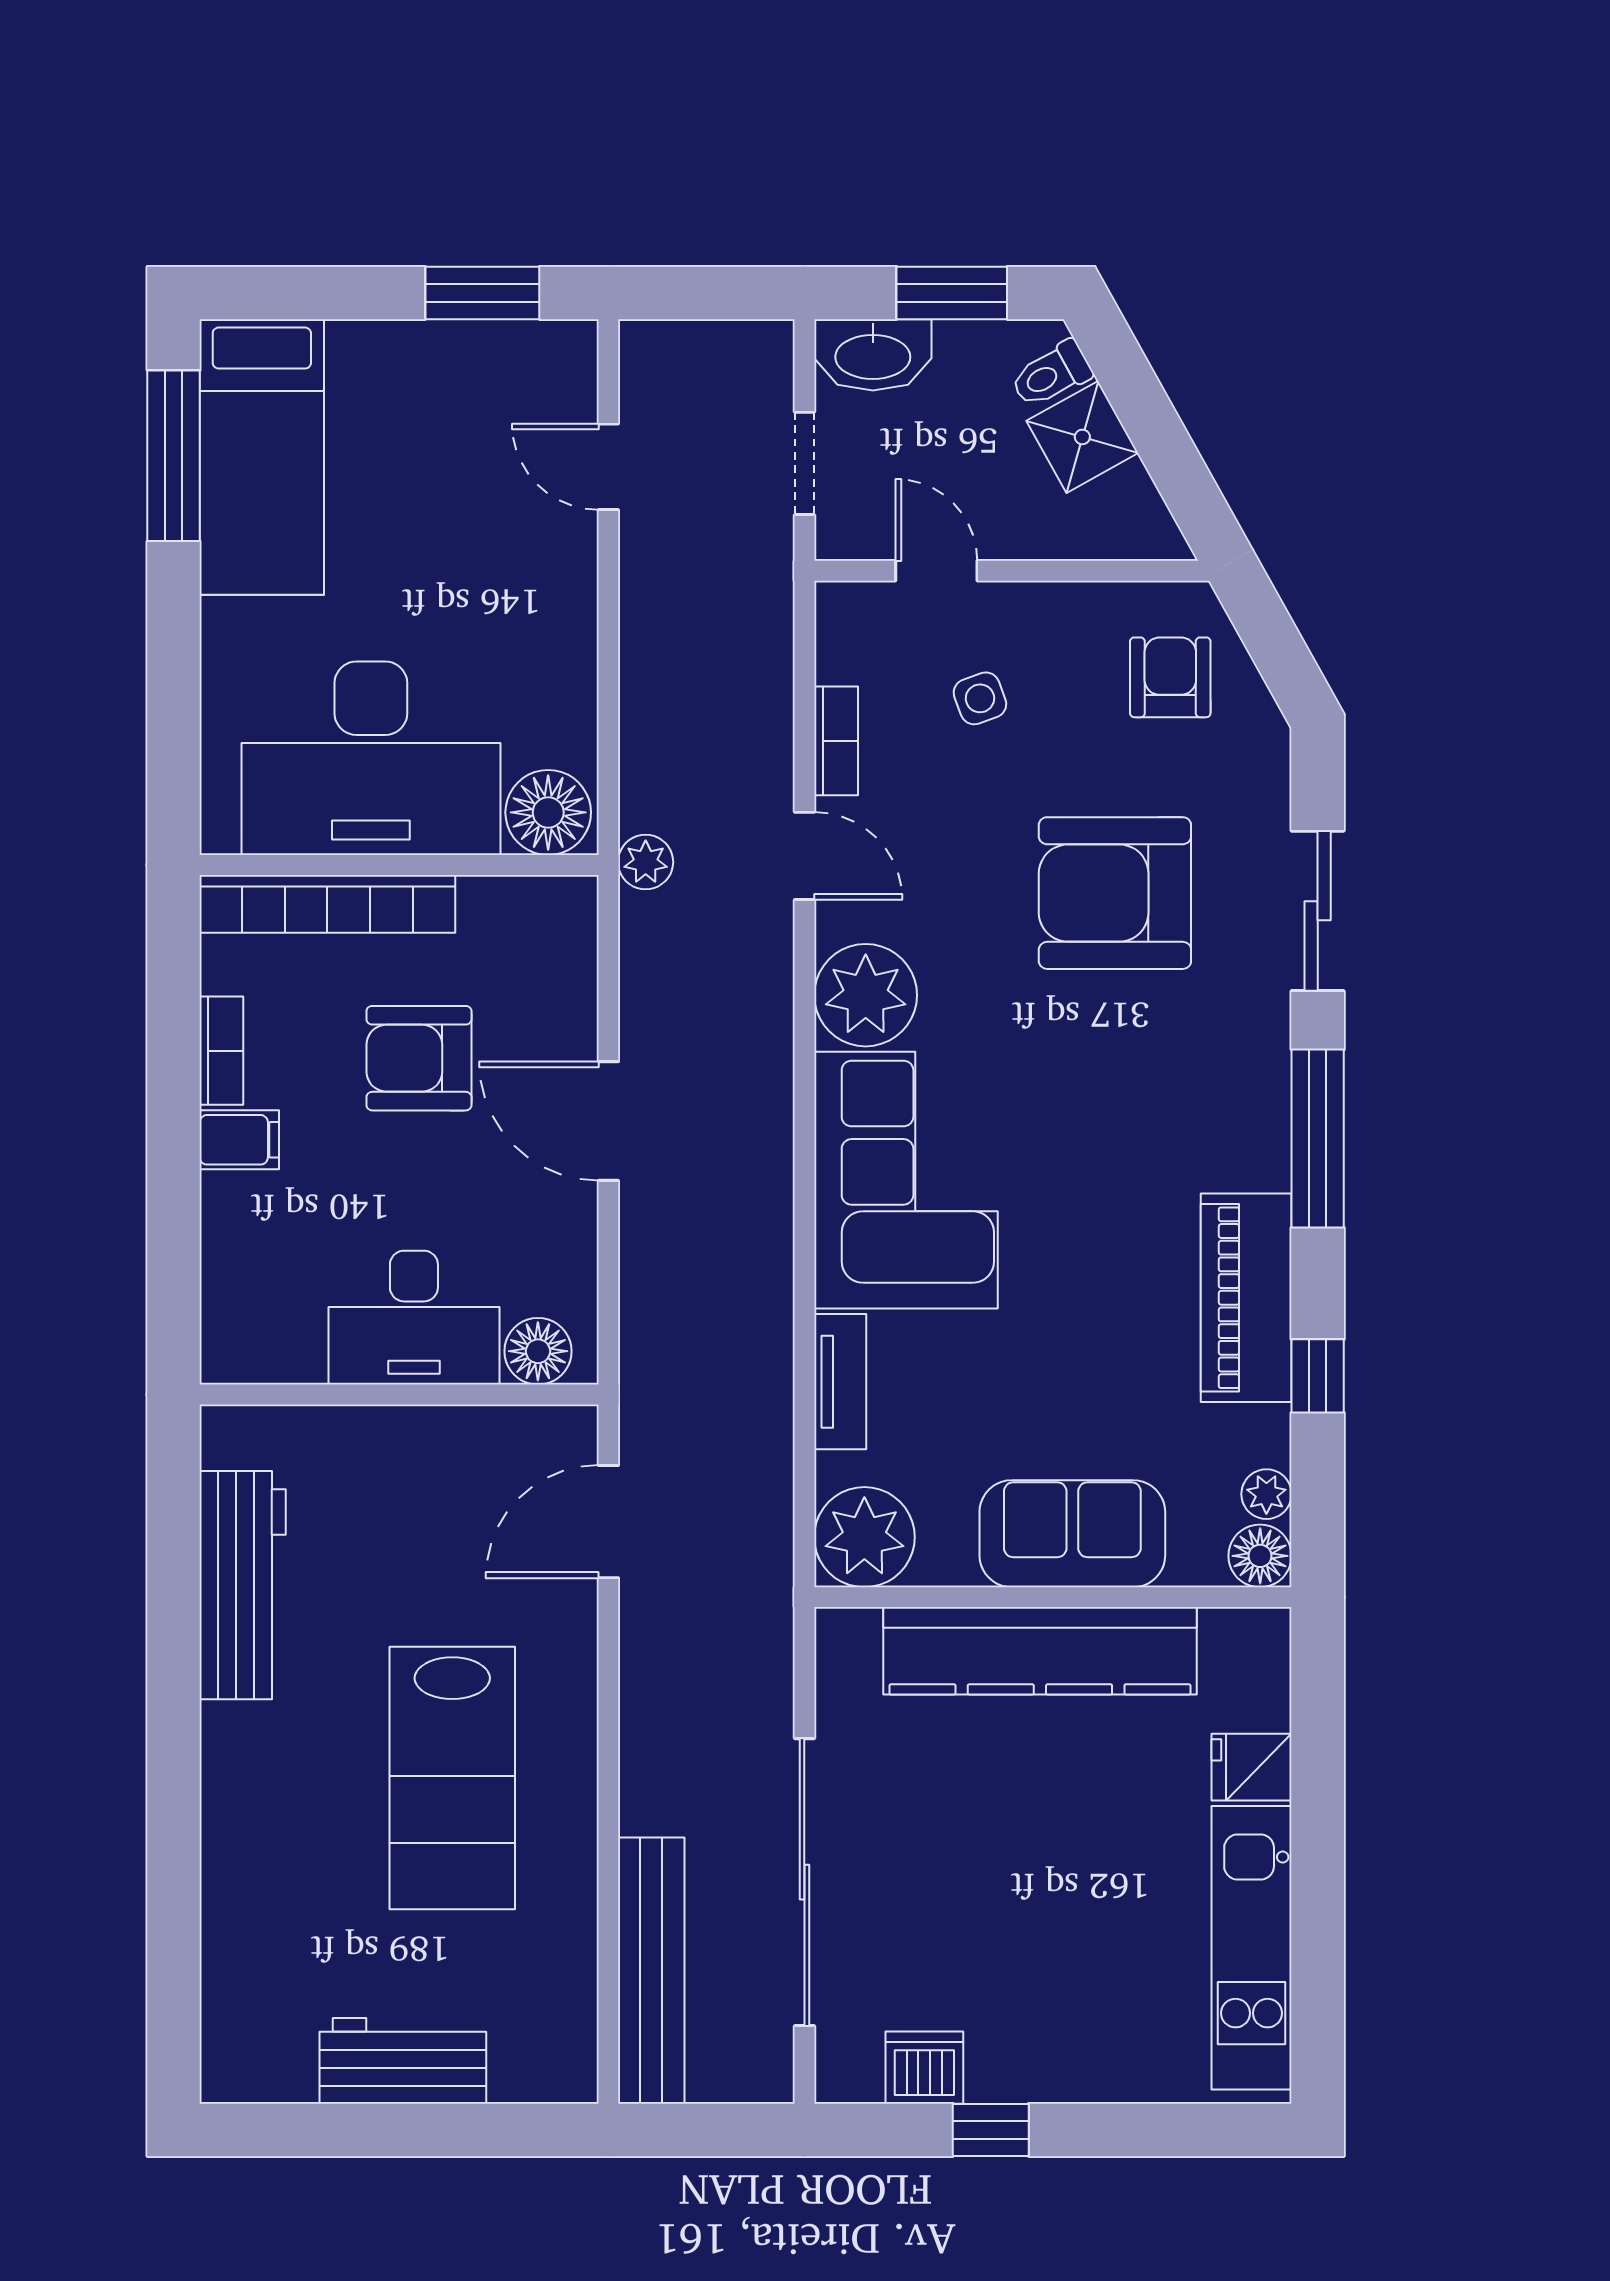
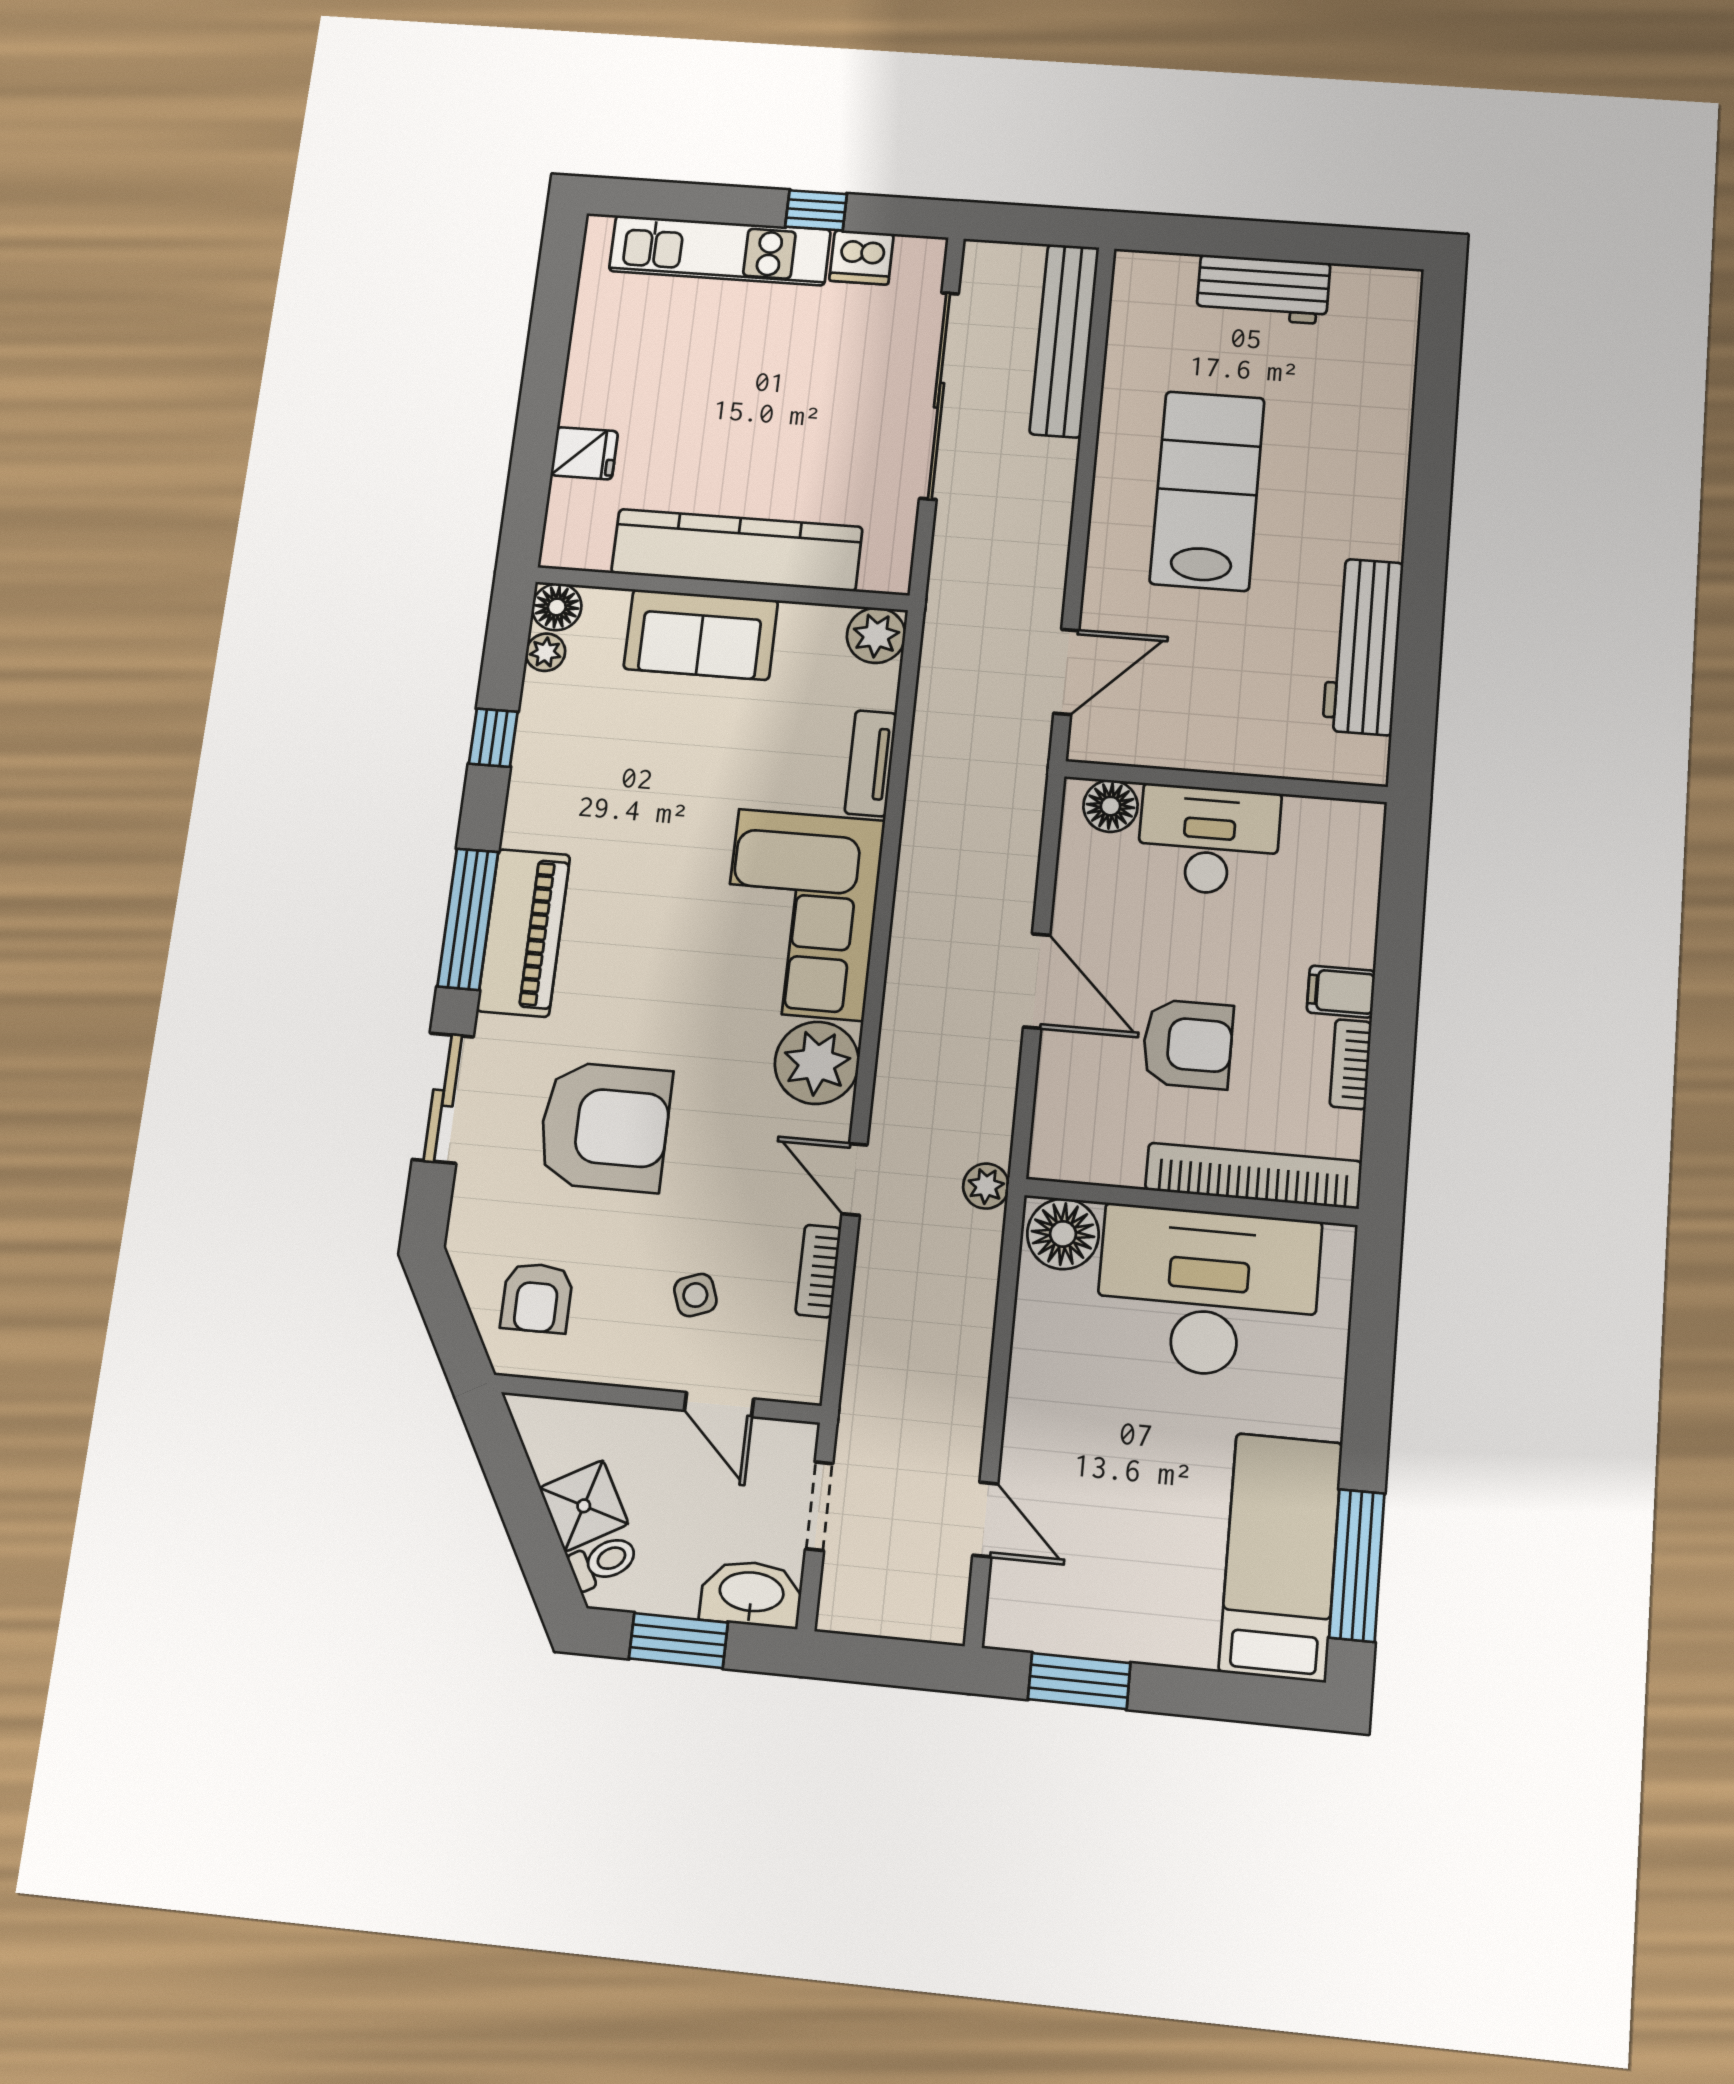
piano: (1246, 1298) -> (523, 933), moved
plant: (864, 1537) -> (876, 635), width x0.73, depth x0.73
kitchen unit: (1252, 1948) -> (720, 250), moved, turned 90

